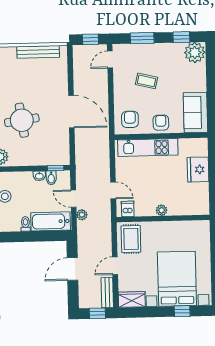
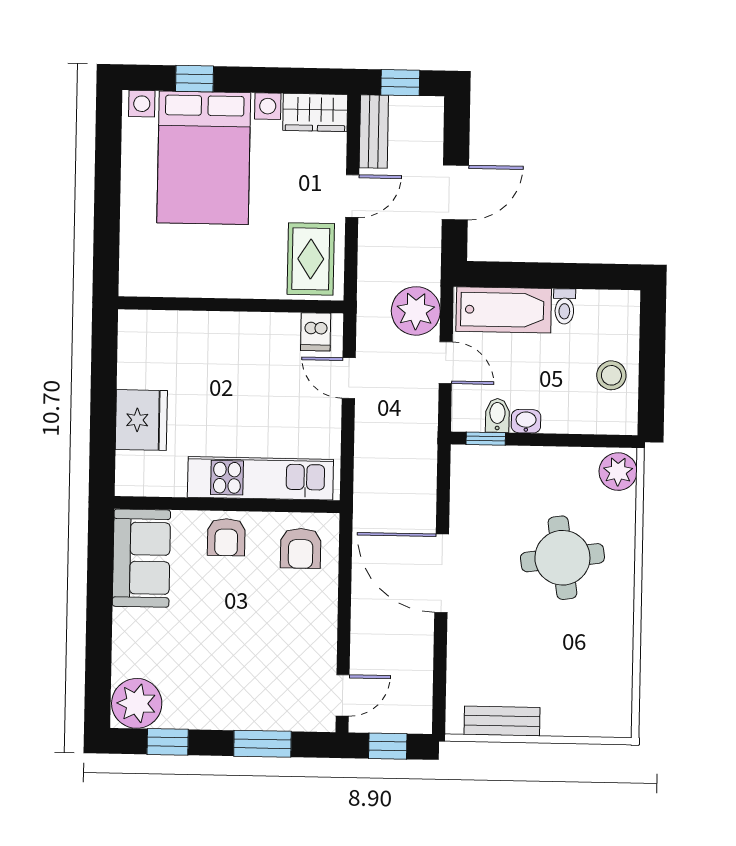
bench: (38, 52) -> (502, 721), width x0.73
coffee table: (147, 81) -> (256, 640), removed
plant: (162, 210) -> (234, 325), removed
plant: (82, 215) -> (416, 311), width x1.87, depth x1.87

